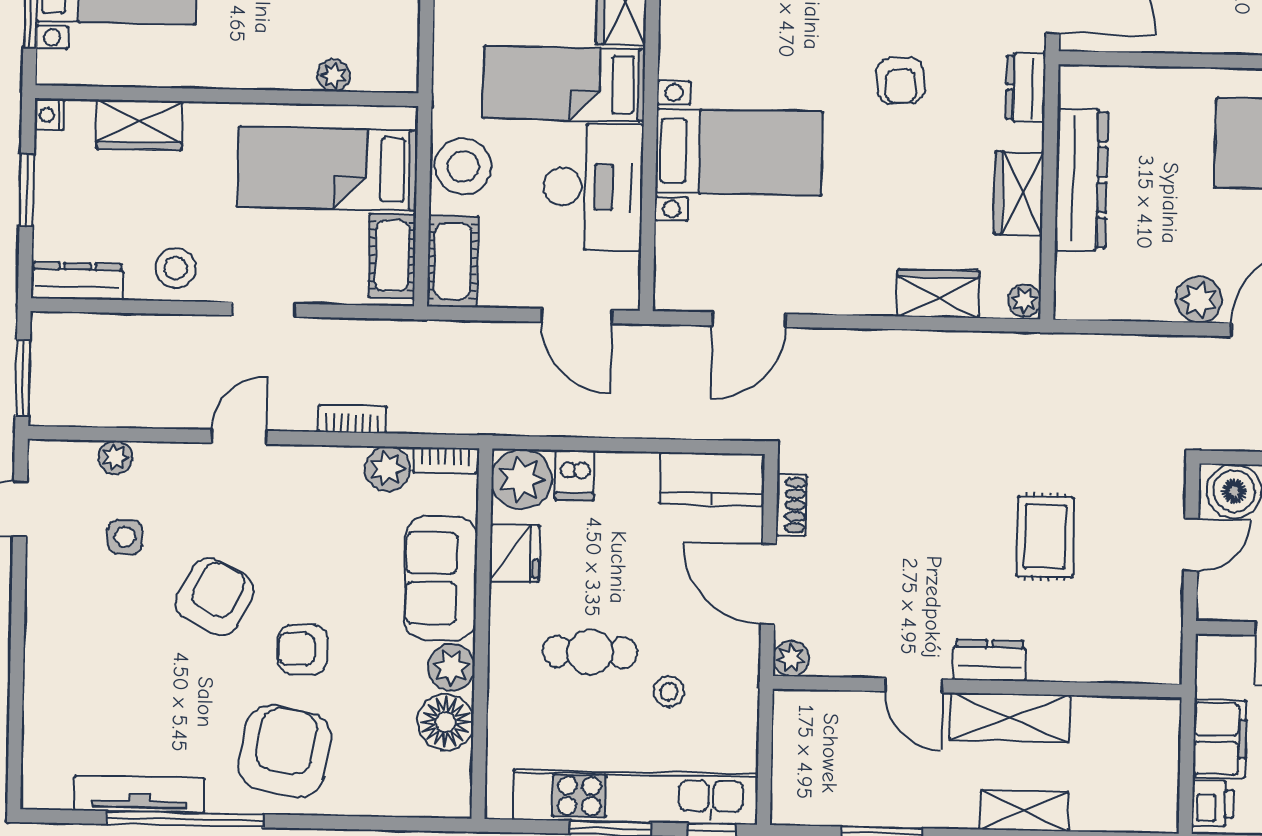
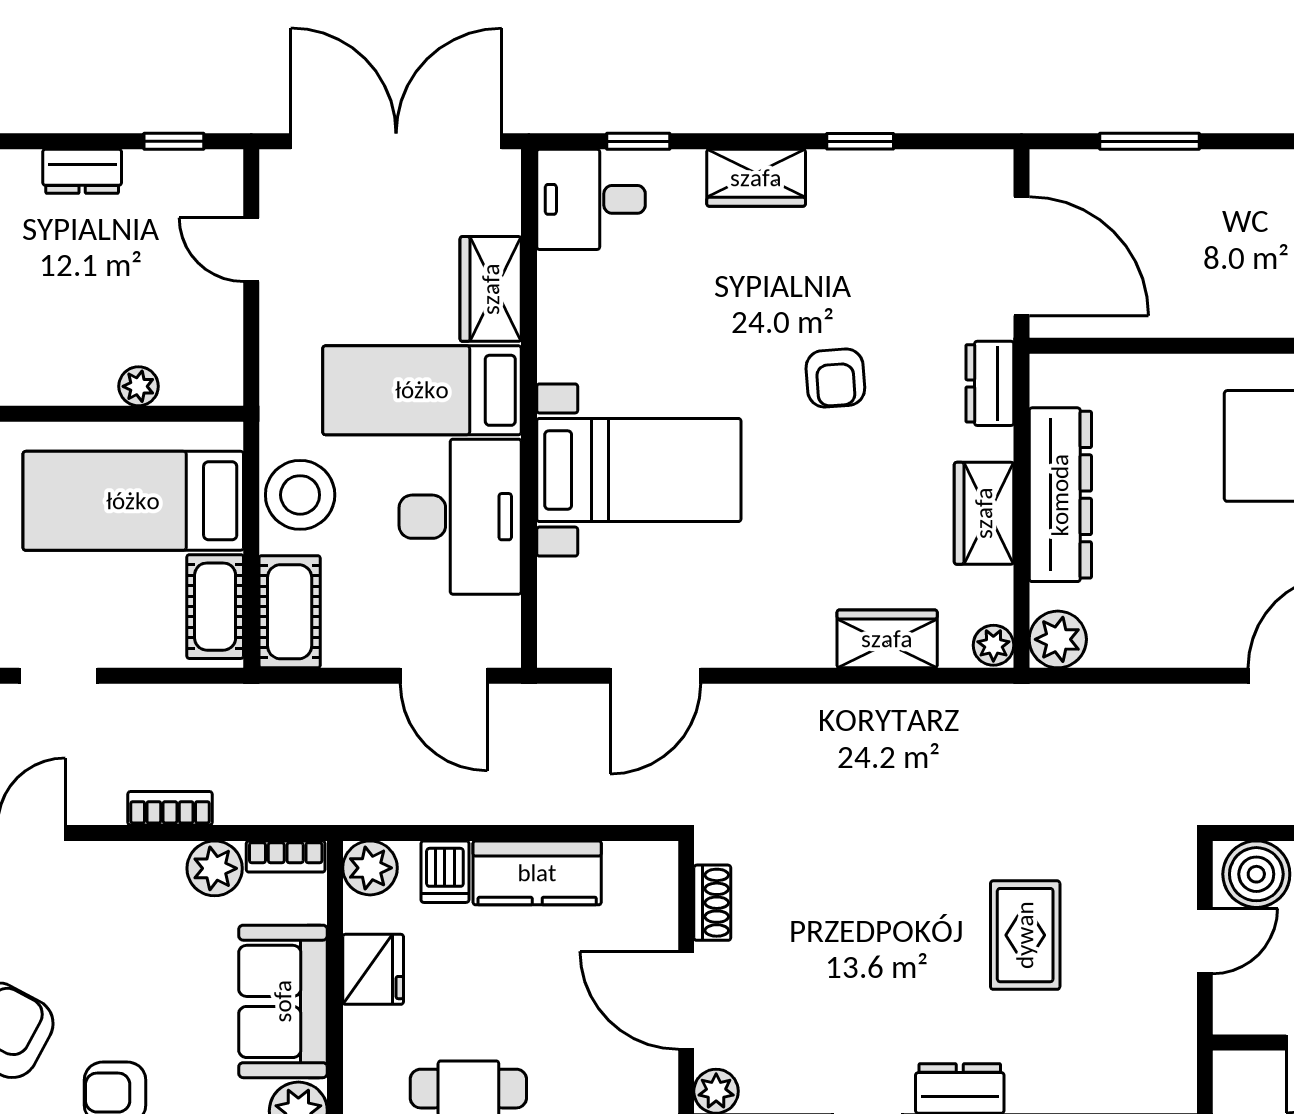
plant: (1199, 300) -> (1058, 639), moved
plant: (522, 479) -> (370, 868), width x0.73, depth x0.73
kitchen counter: (712, 479) -> (537, 873), moved

